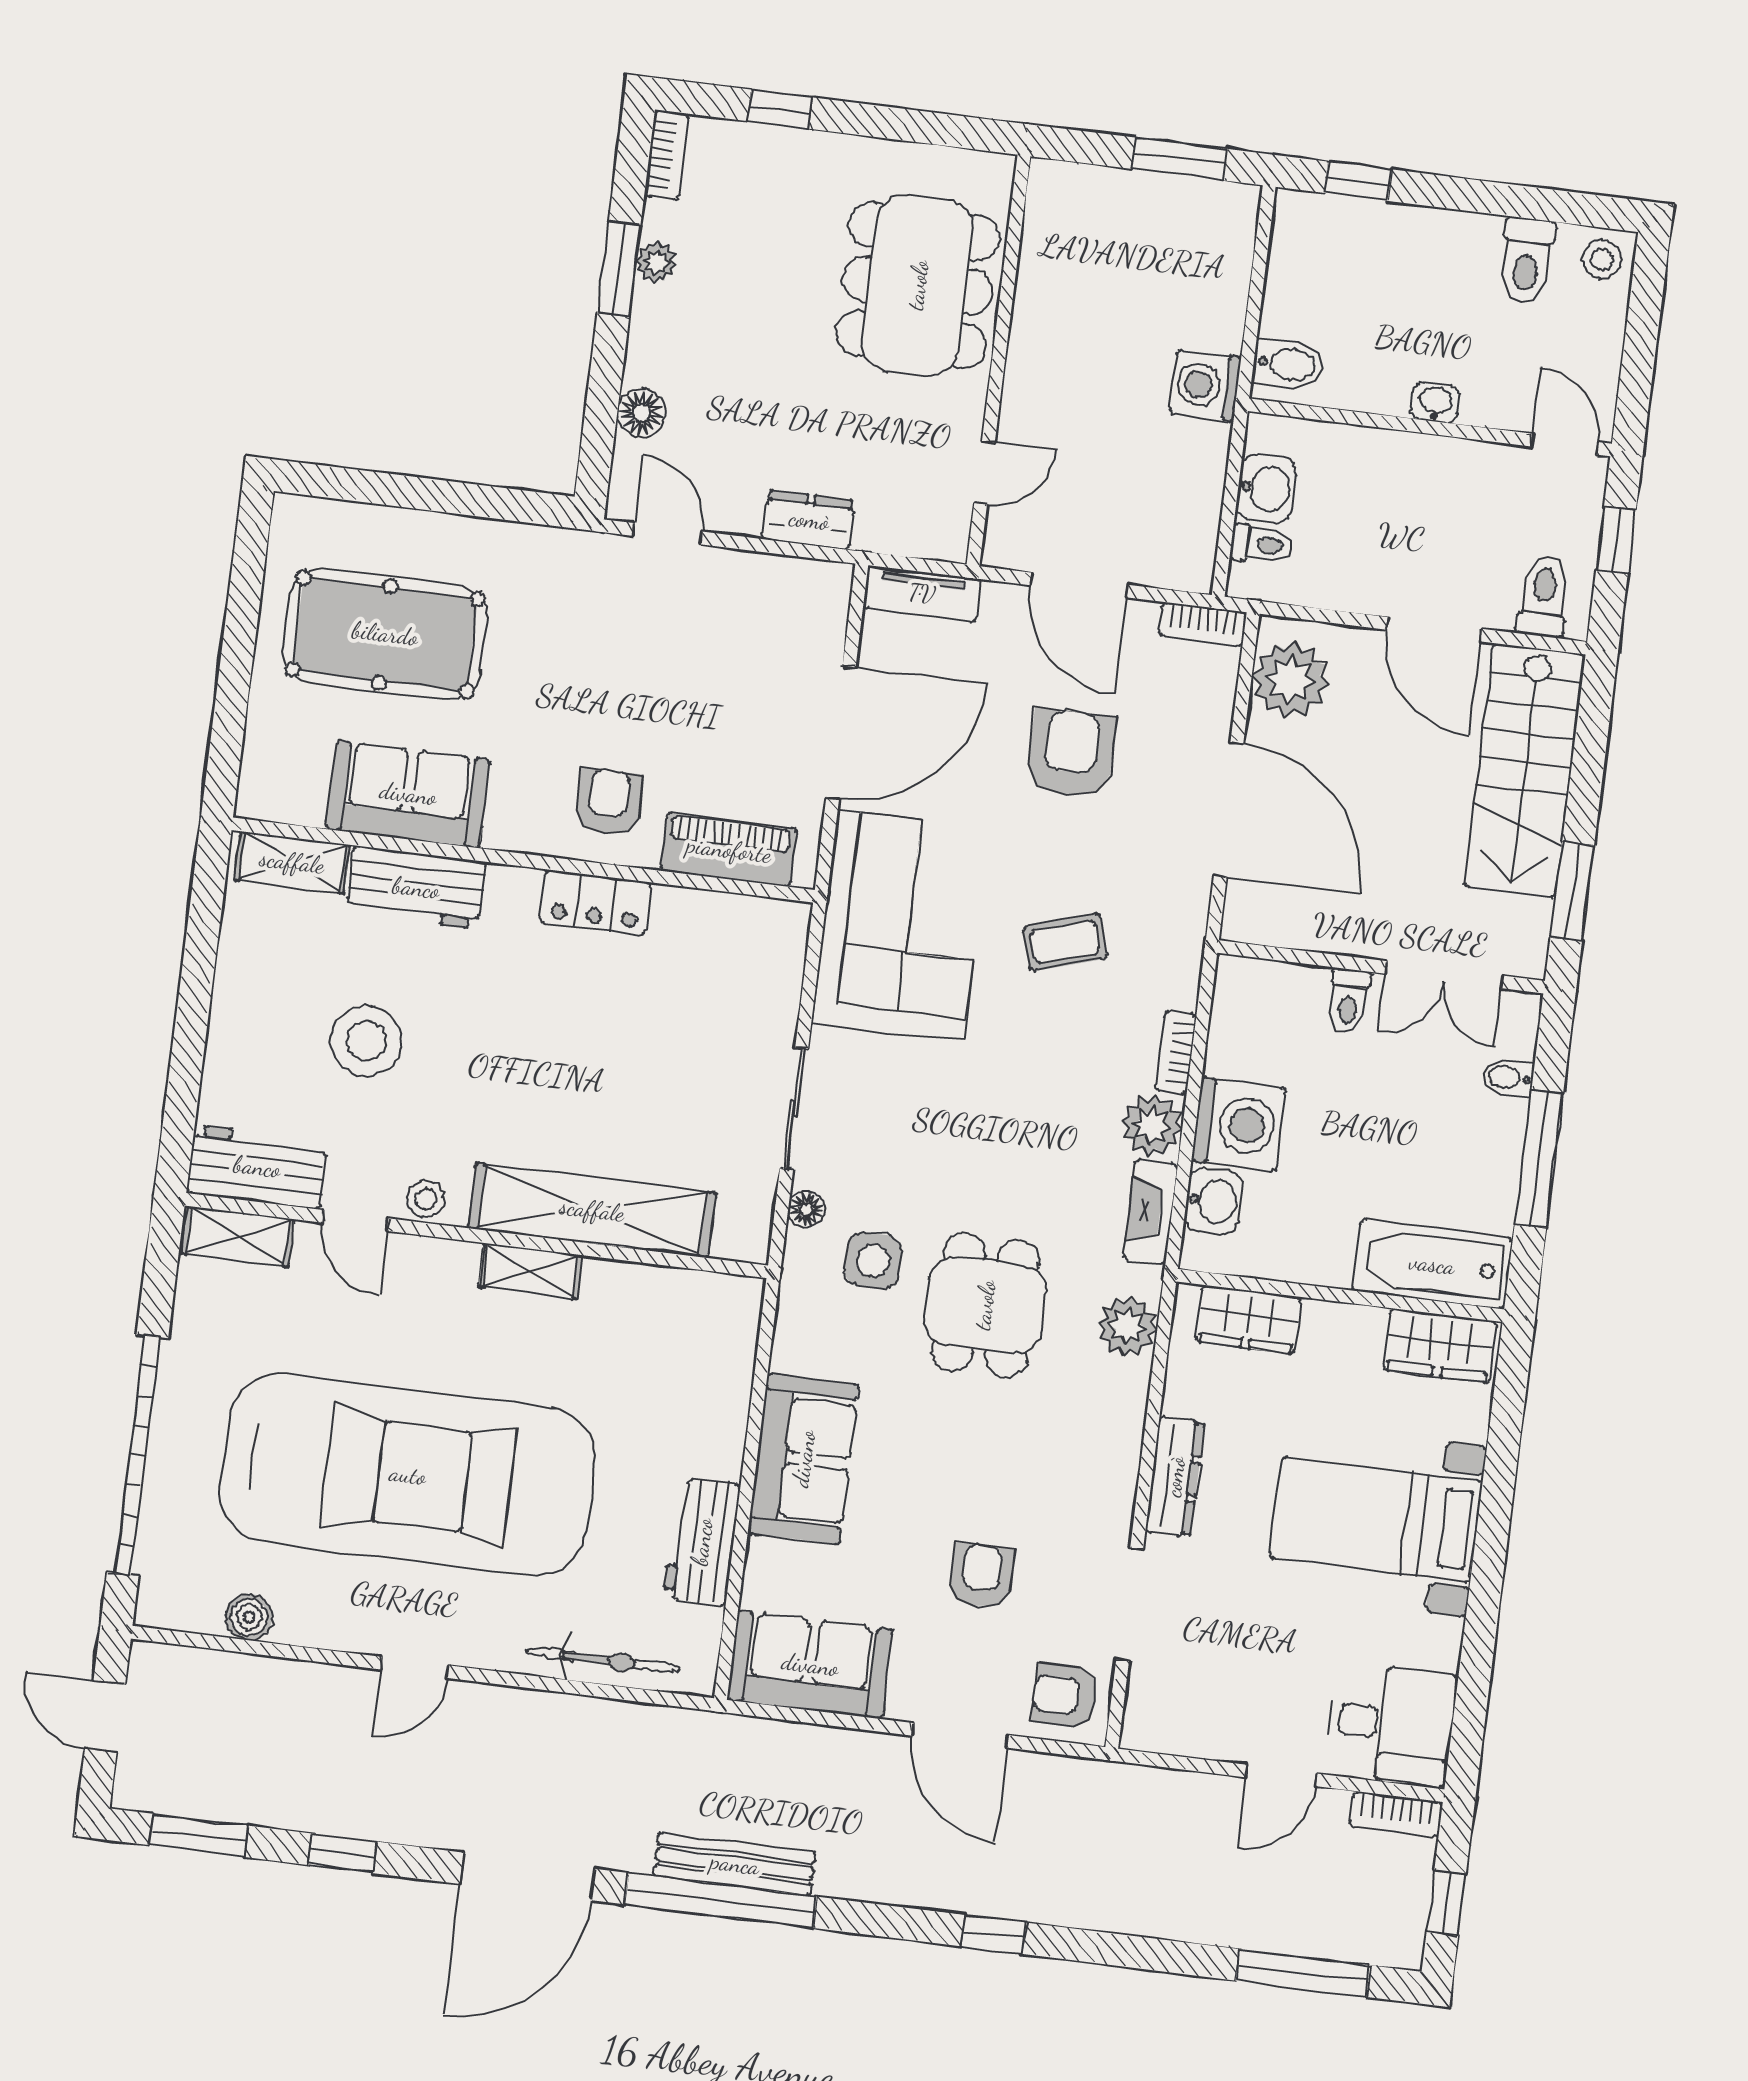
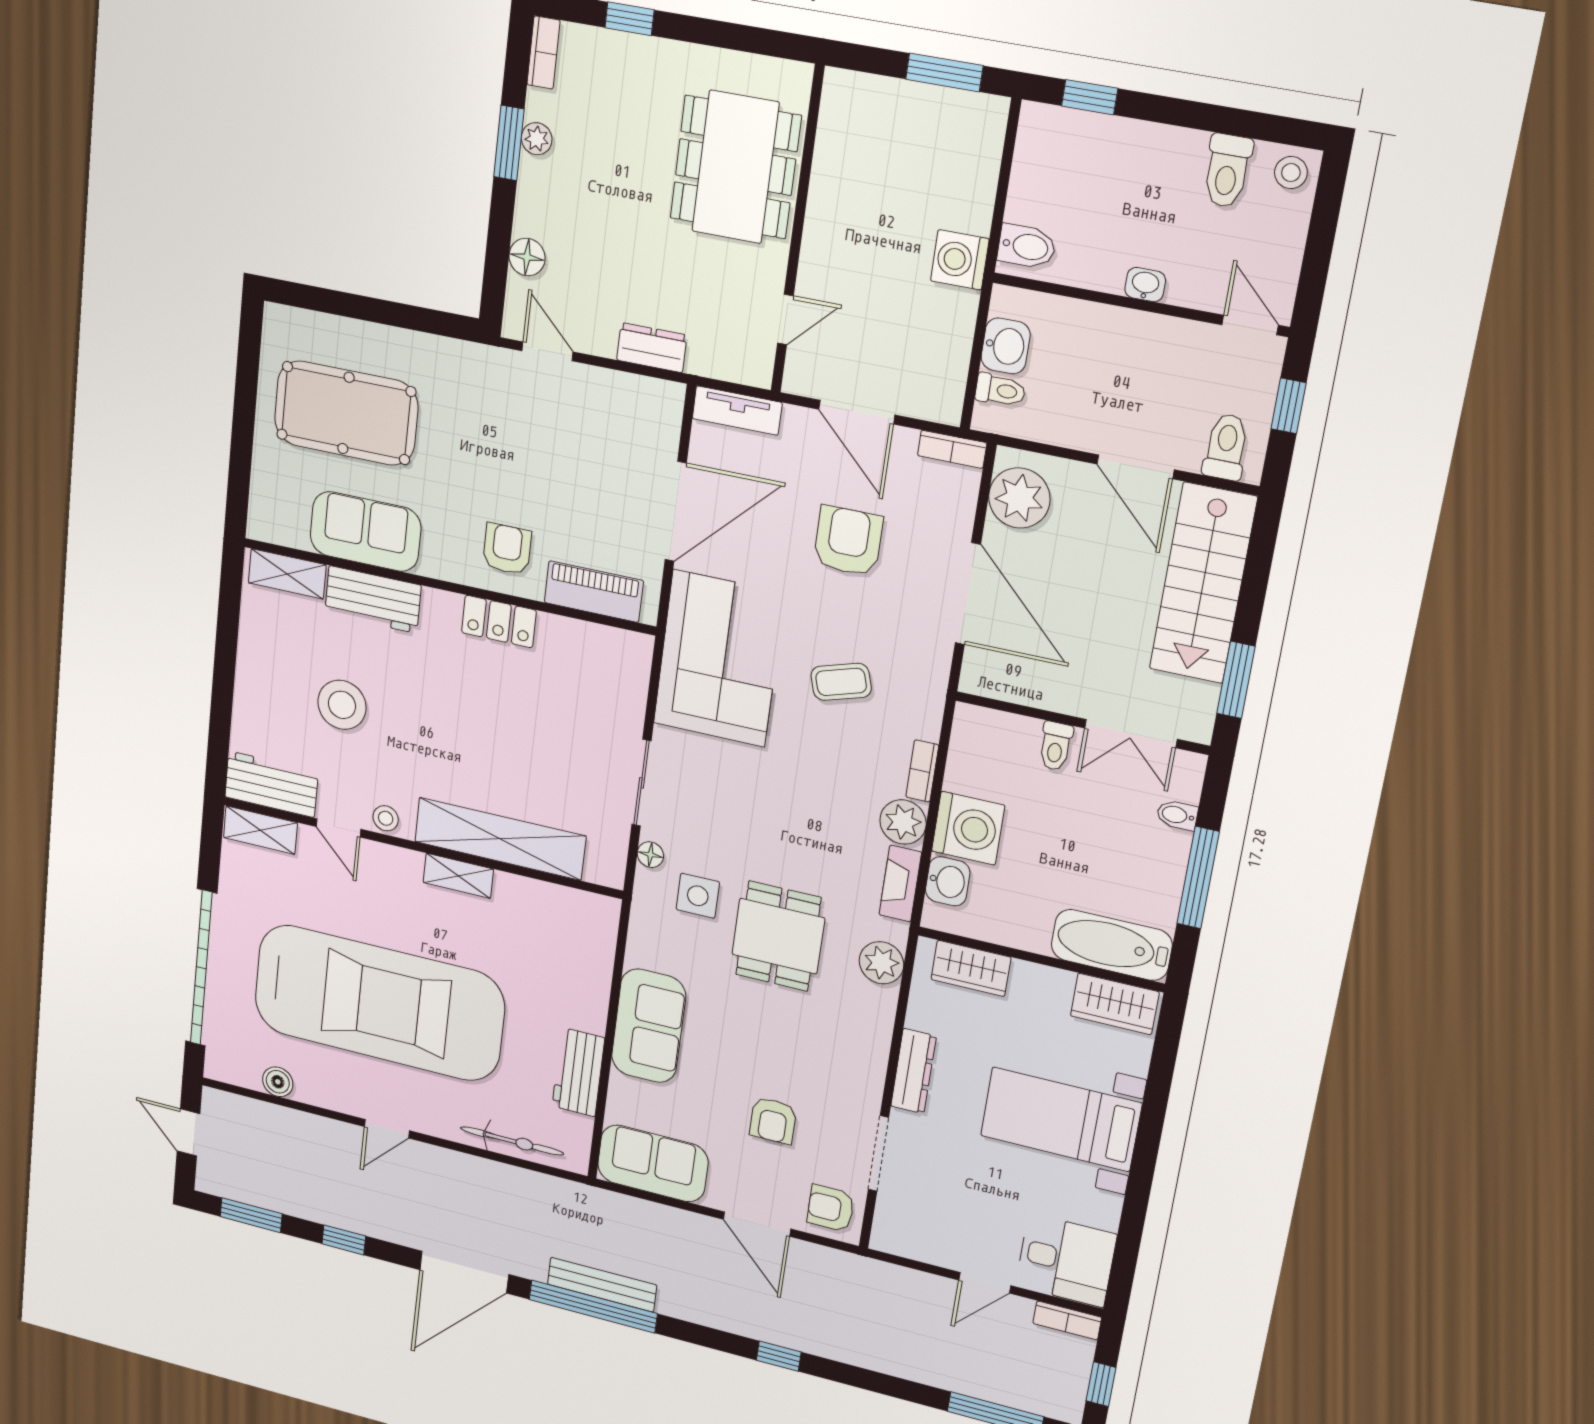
armchair: (981, 1576) -> (773, 1120), turned 180

